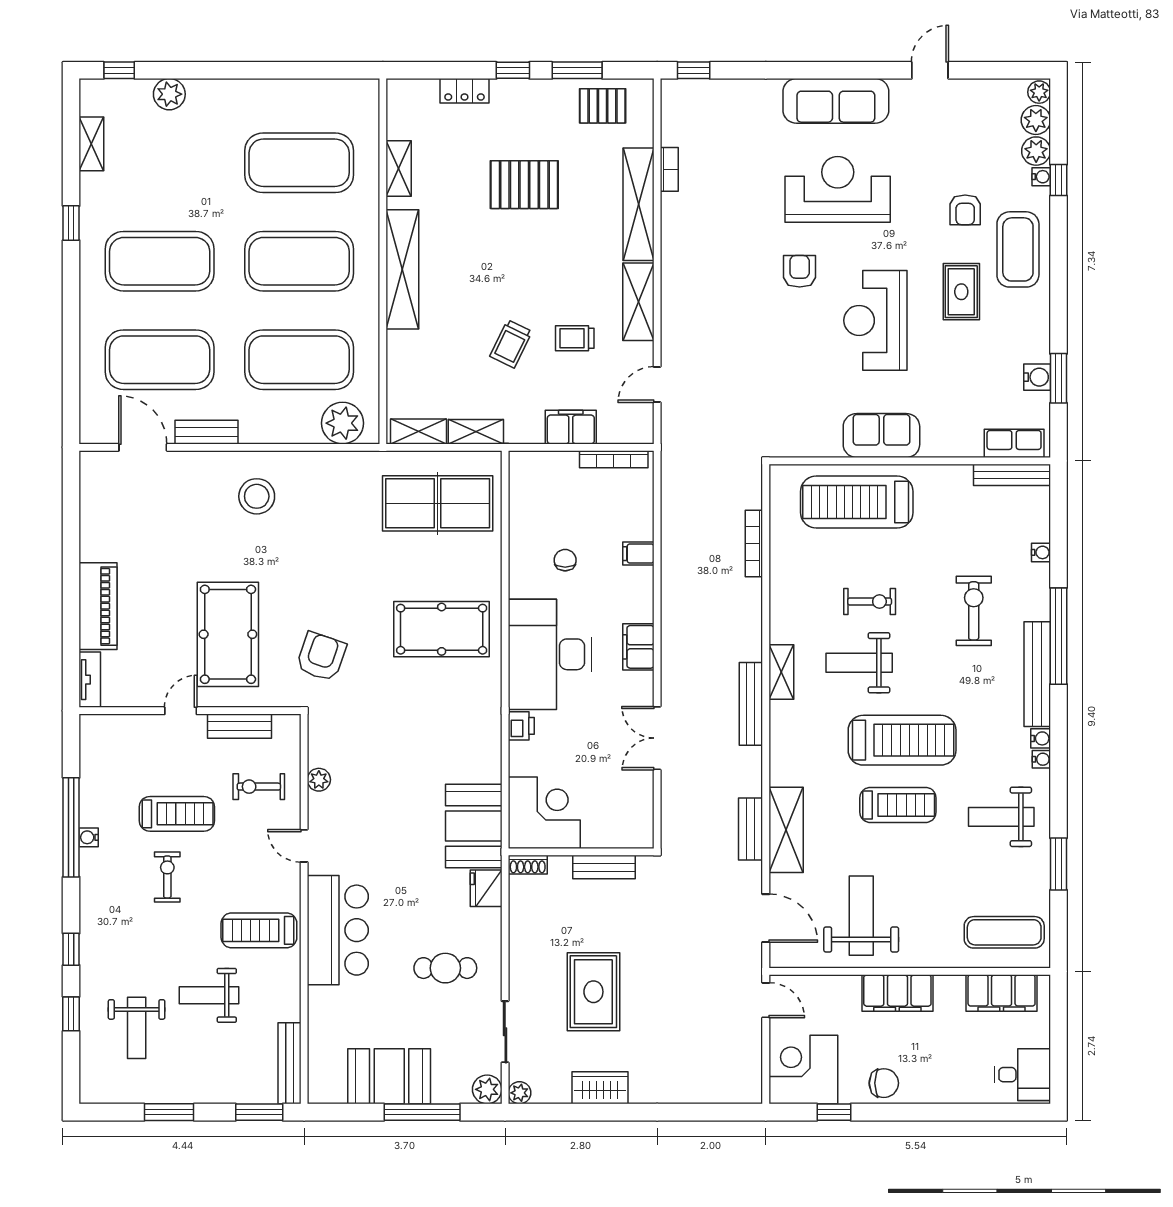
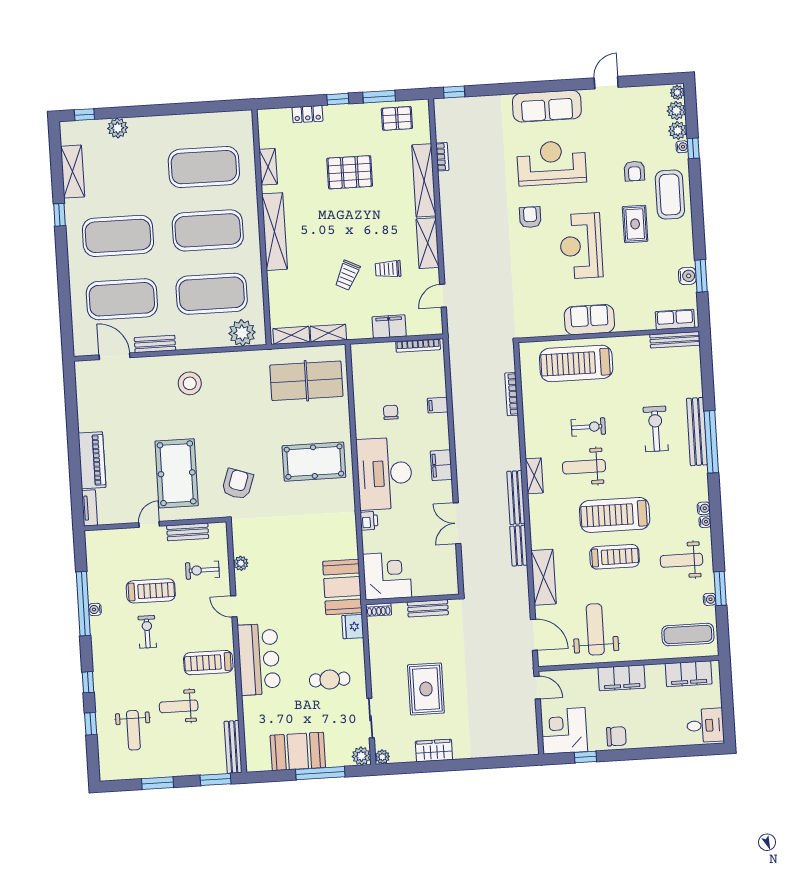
shelving: (91, 144) -> (73, 172), width x1.50, depth x1.33
water cooler: (1041, 552) -> (710, 599), moved
bench: (1037, 674) -> (697, 432), moved
treadmill: (902, 740) -> (615, 515), turned 180
bench: (751, 829) -> (519, 546), moved

